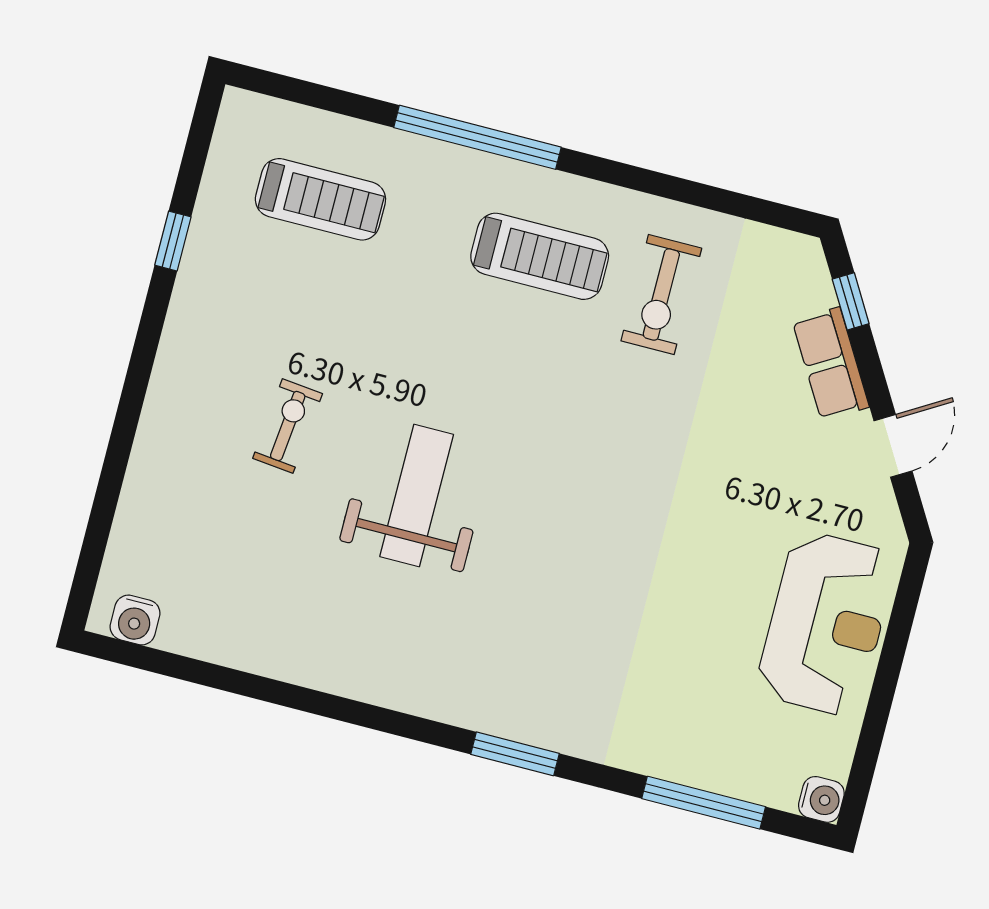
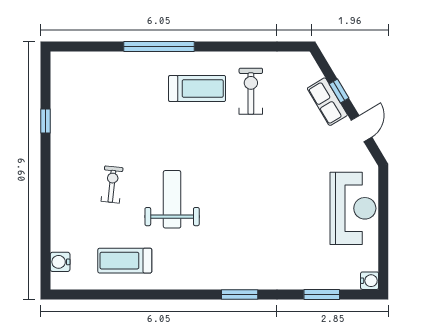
treadmill: (320, 199) -> (125, 261), moved, turned 180
exercise bike: (661, 294) -> (251, 91), turned 180
window: (851, 301) -> (339, 91), moved
water cooler: (135, 620) -> (60, 262), moved, turned 90
window: (704, 803) -> (322, 294), width x0.69

